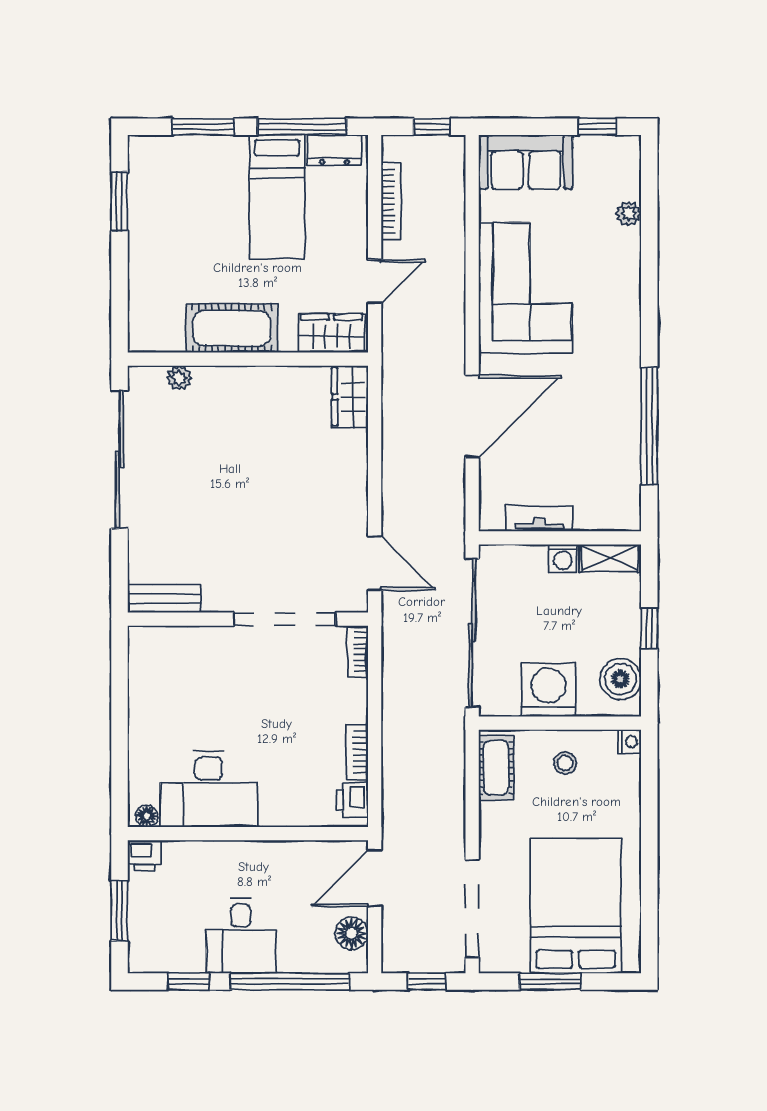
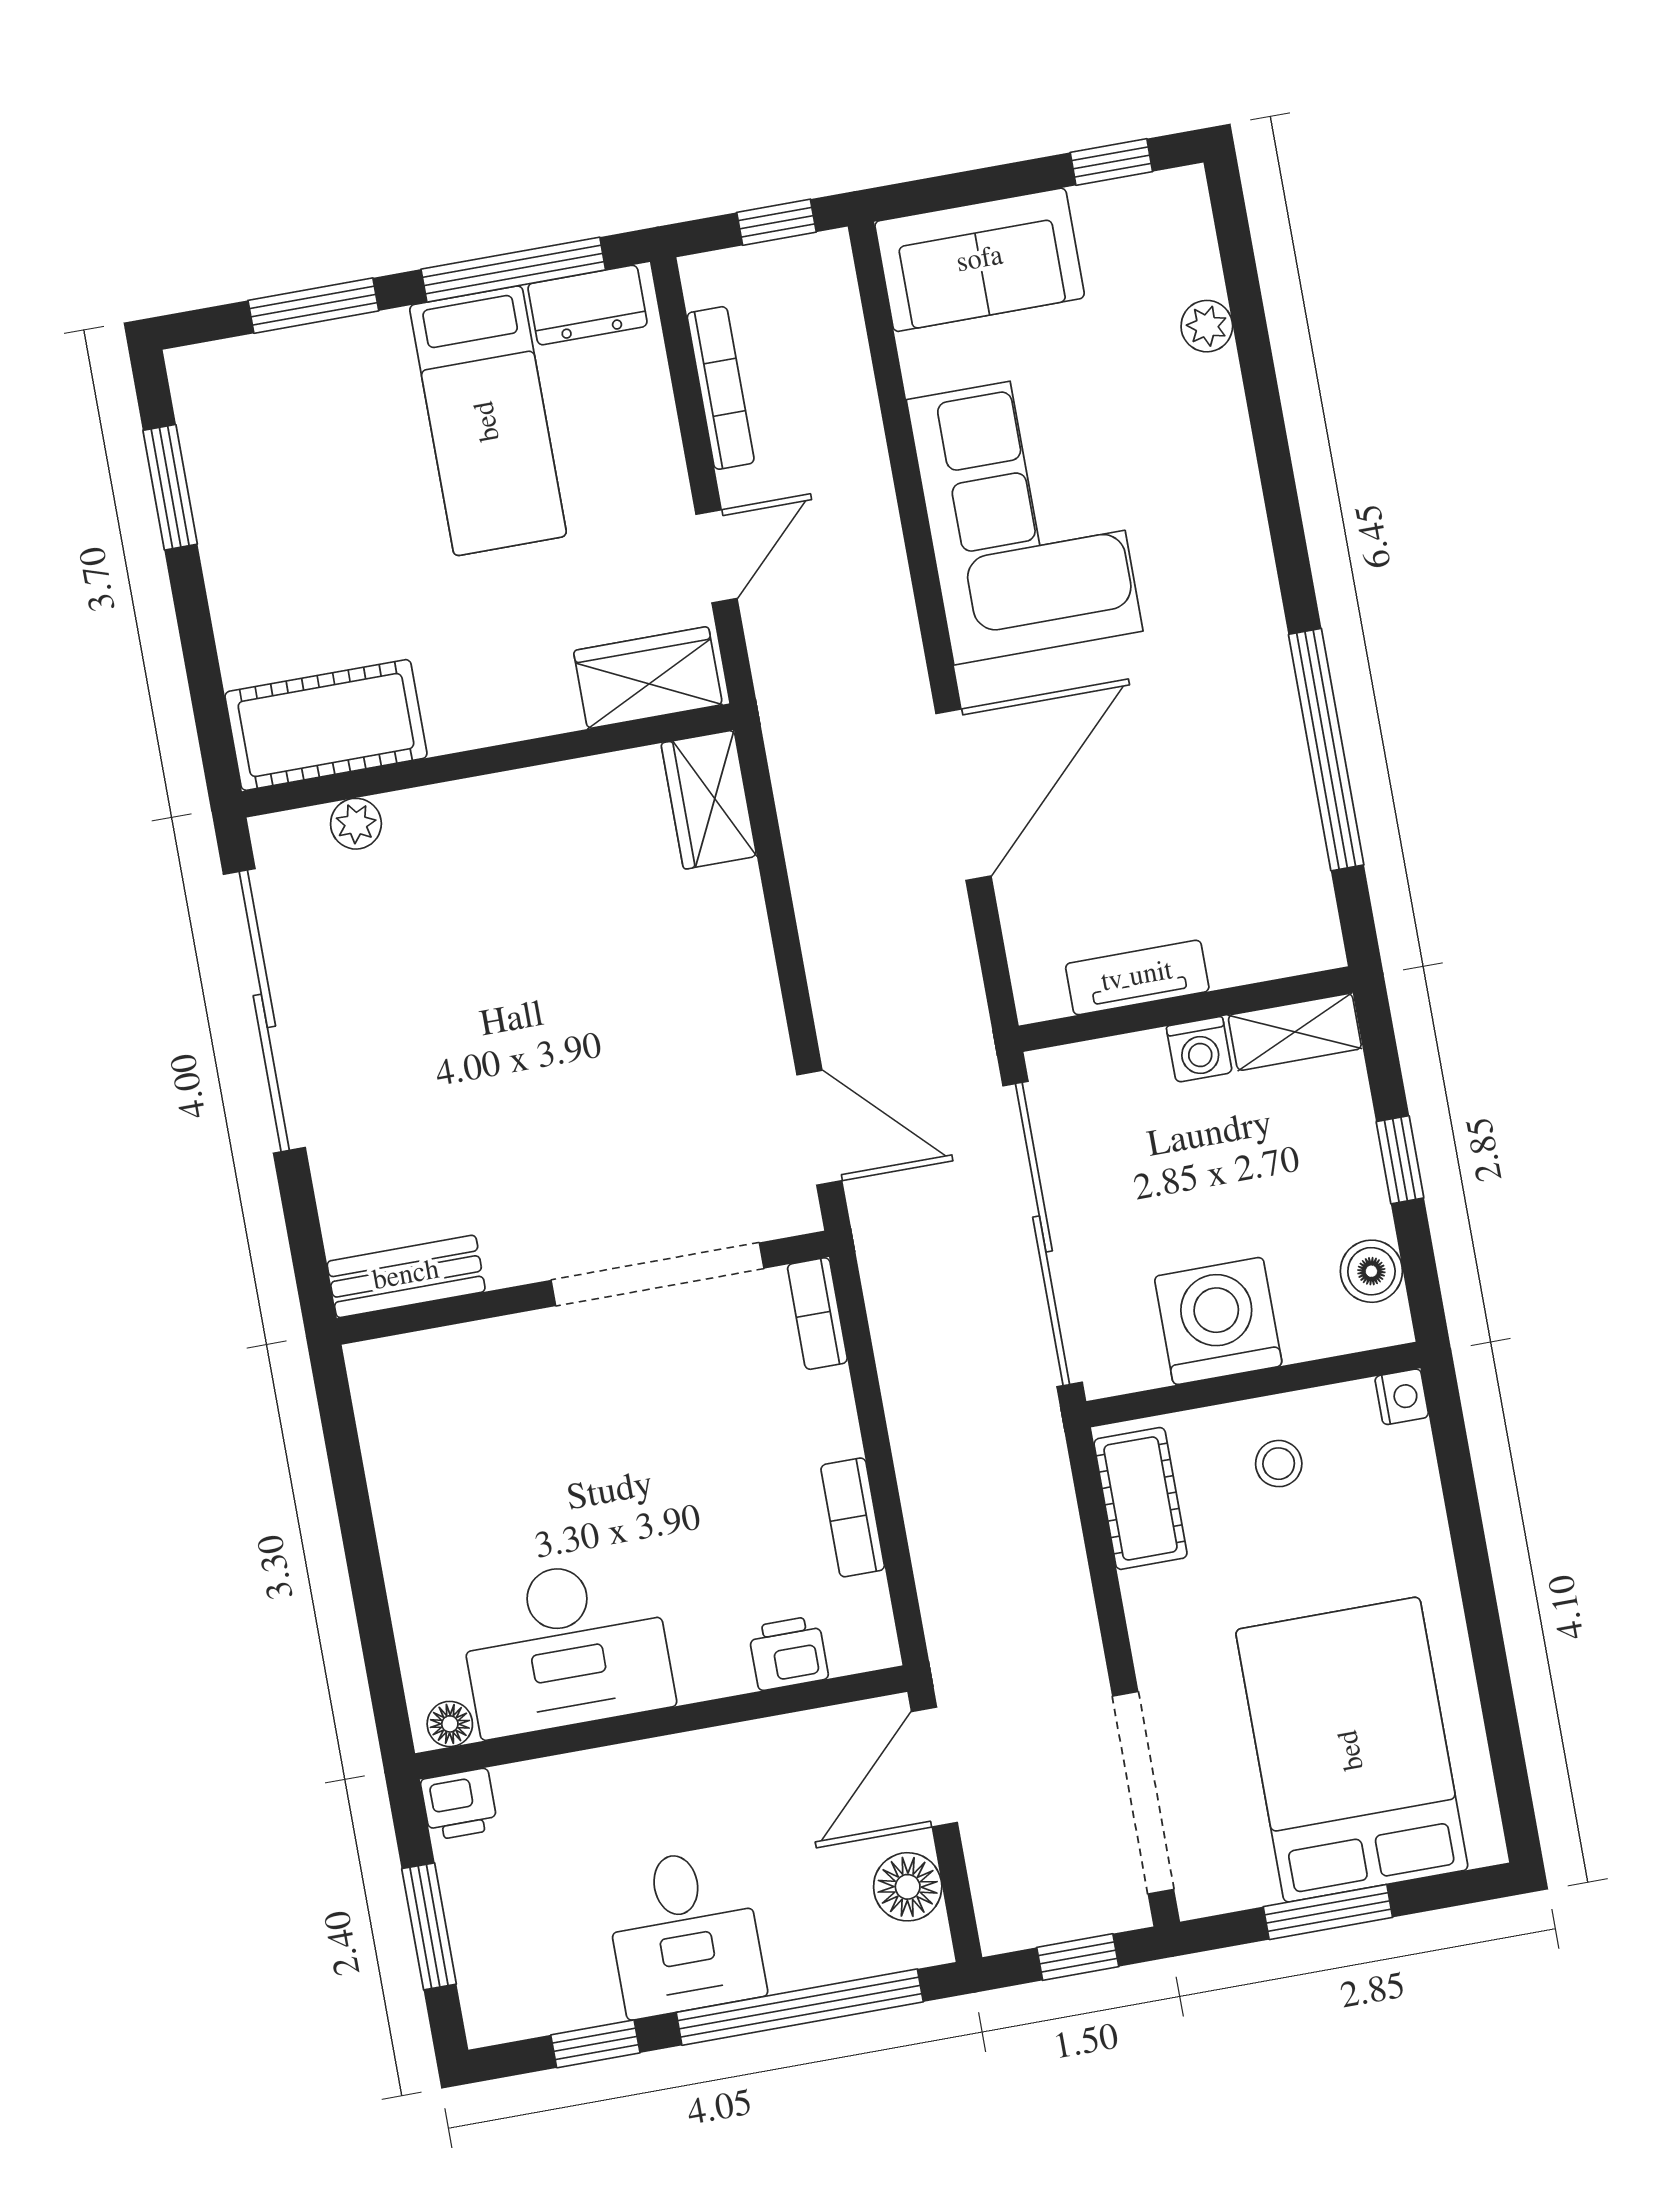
cot: (232, 328) -> (326, 725), moved
boiler: (620, 679) -> (1371, 1271), width x0.73, depth x0.73
printer: (352, 800) -> (788, 1653), moved, turned 90

